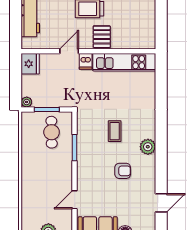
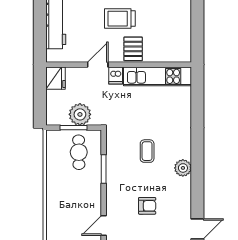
plant: (27, 102) -> (80, 114), moved, width x1.88, depth x1.88
armchair: (123, 171) -> (147, 206), moved

